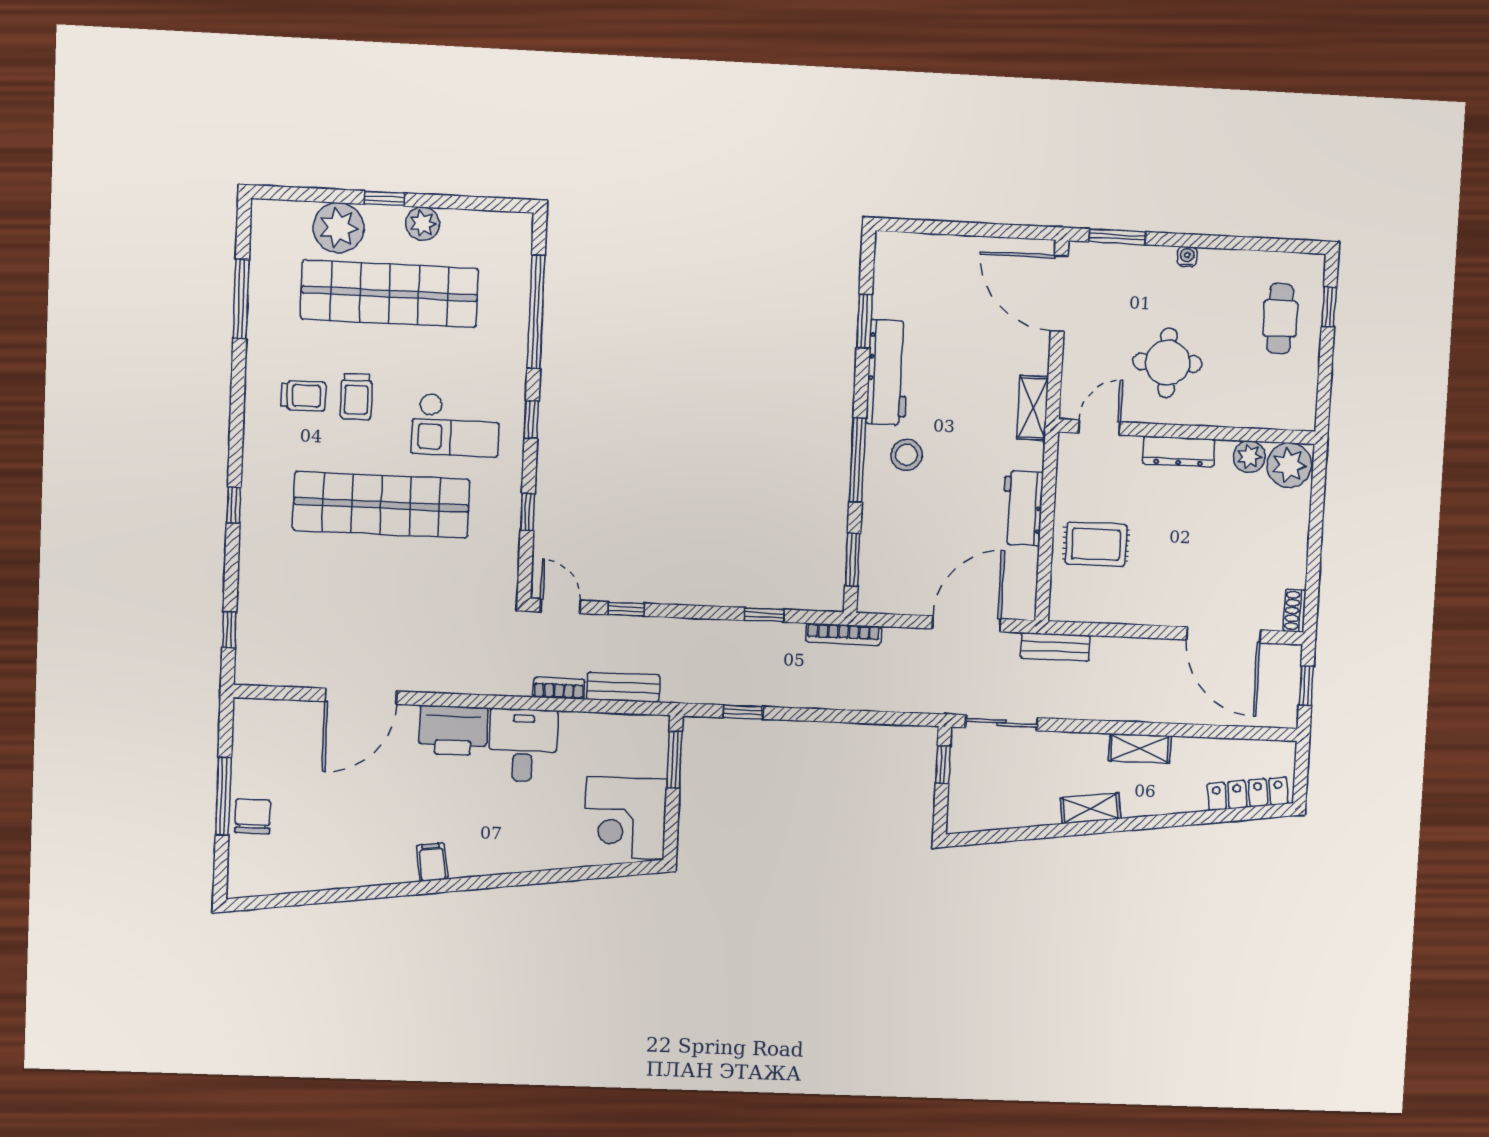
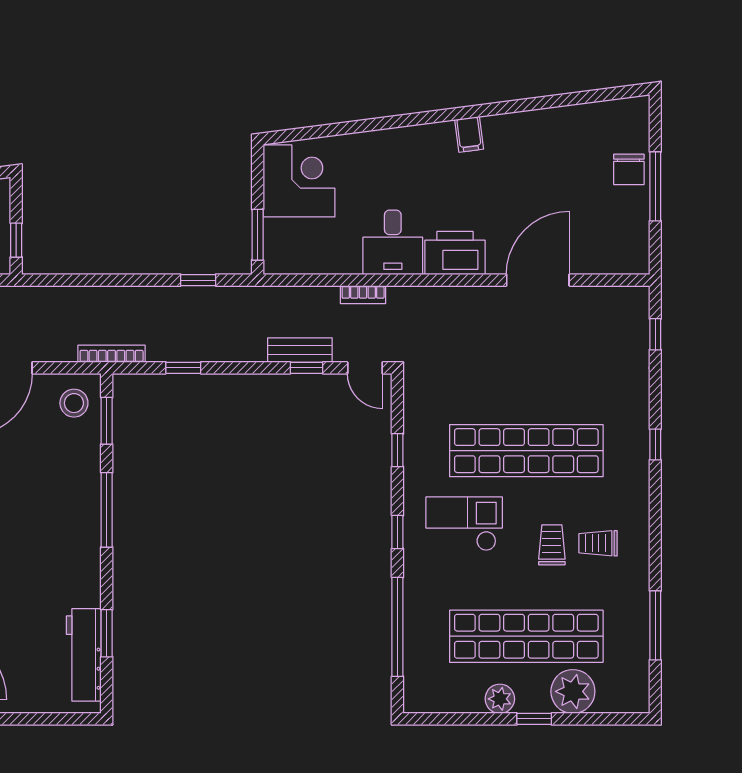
workbench: (888, 372) -> (84, 655), moved
stool: (907, 455) -> (74, 403), moved
bench: (623, 687) -> (300, 350), moved

